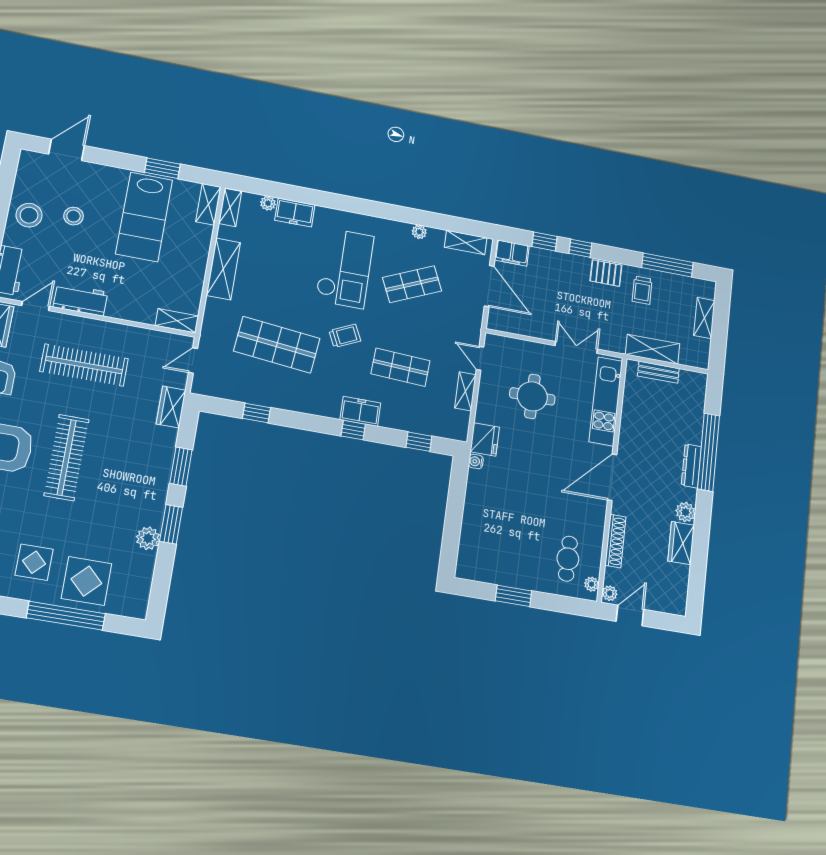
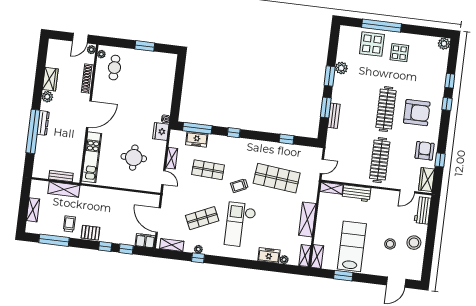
window: (420, 218) -> (198, 258), added
workbench: (80, 300) -> (357, 193), moved
double door: (576, 347) -> (108, 188), removed
clothes rail: (84, 365) -> (380, 160), turned 90
wardrobe: (171, 407) -> (332, 140), removed
freezer: (360, 411) -> (197, 139), moved
window: (419, 442) -> (197, 128), width x2.17
bench: (166, 450) -> (334, 116), added

